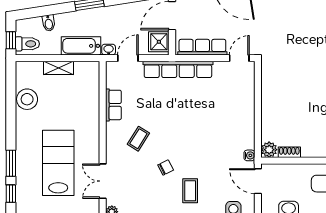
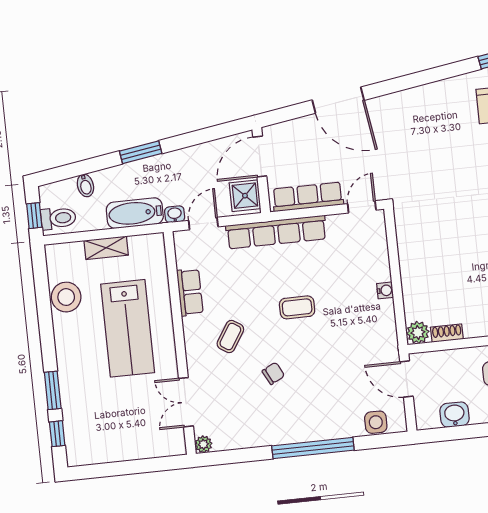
water cooler: (249, 155) -> (385, 290), moved
lab bench: (58, 163) -> (128, 328), moved, turned 180
coffee table: (190, 191) -> (297, 307), moved, turned 90

